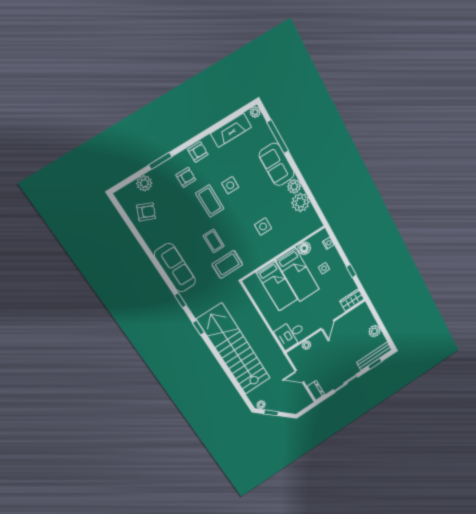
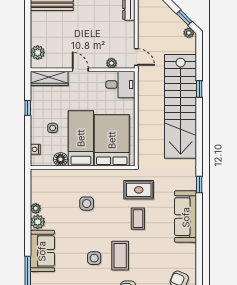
plant: (300, 202) -> (36, 208), width x0.53, depth x0.53
bed: (277, 286) -> (112, 140), width x1.50
wardrobe: (352, 300) -> (49, 78), width x1.50
door: (327, 325) -> (80, 70), hinge flipped
window: (199, 328) -> (199, 89), moved
plant: (374, 331) -> (38, 52), moved
door: (300, 377) -> (136, 57), moved

